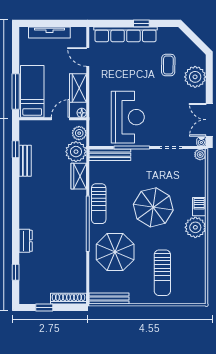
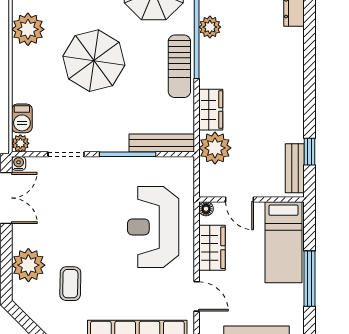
window: (16, 92) -> (310, 279), moved
reception desk: (128, 117) -> (153, 227), moved
door: (60, 119) -> (239, 199), hinge flipped
plant: (79, 133) -> (210, 27), moved
bench: (25, 161) -> (295, 168), moved
sun lounger: (99, 204) -> (179, 66), turned 180
barbecue: (199, 207) -> (22, 118), moved

